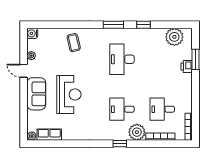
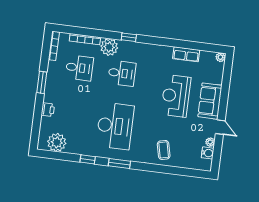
water cooler: (32, 33) -> (208, 153), moved
desk: (122, 59) -> (115, 126), width x1.36, depth x1.30
window: (195, 59) -> (42, 82), moved
row of seats: (49, 135) -> (186, 54), moved

